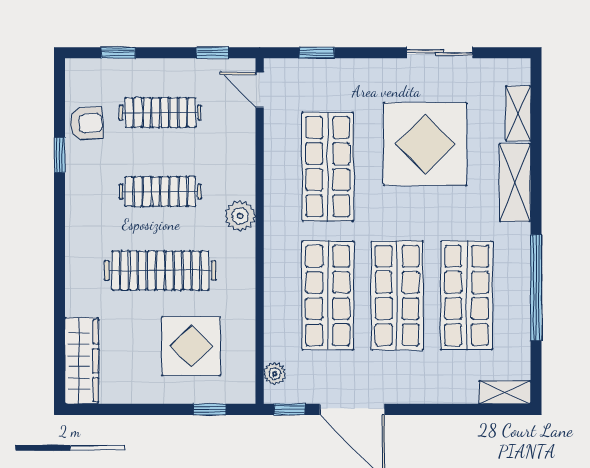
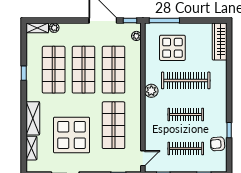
door: (260, 90) -> (143, 158), hinge flipped
plant: (240, 216) -> (151, 91), moved
window: (536, 288) -> (24, 73), width x0.32
plant: (466, 393) -> (54, 28), added
window: (210, 409) -> (164, 21), width x2.17

